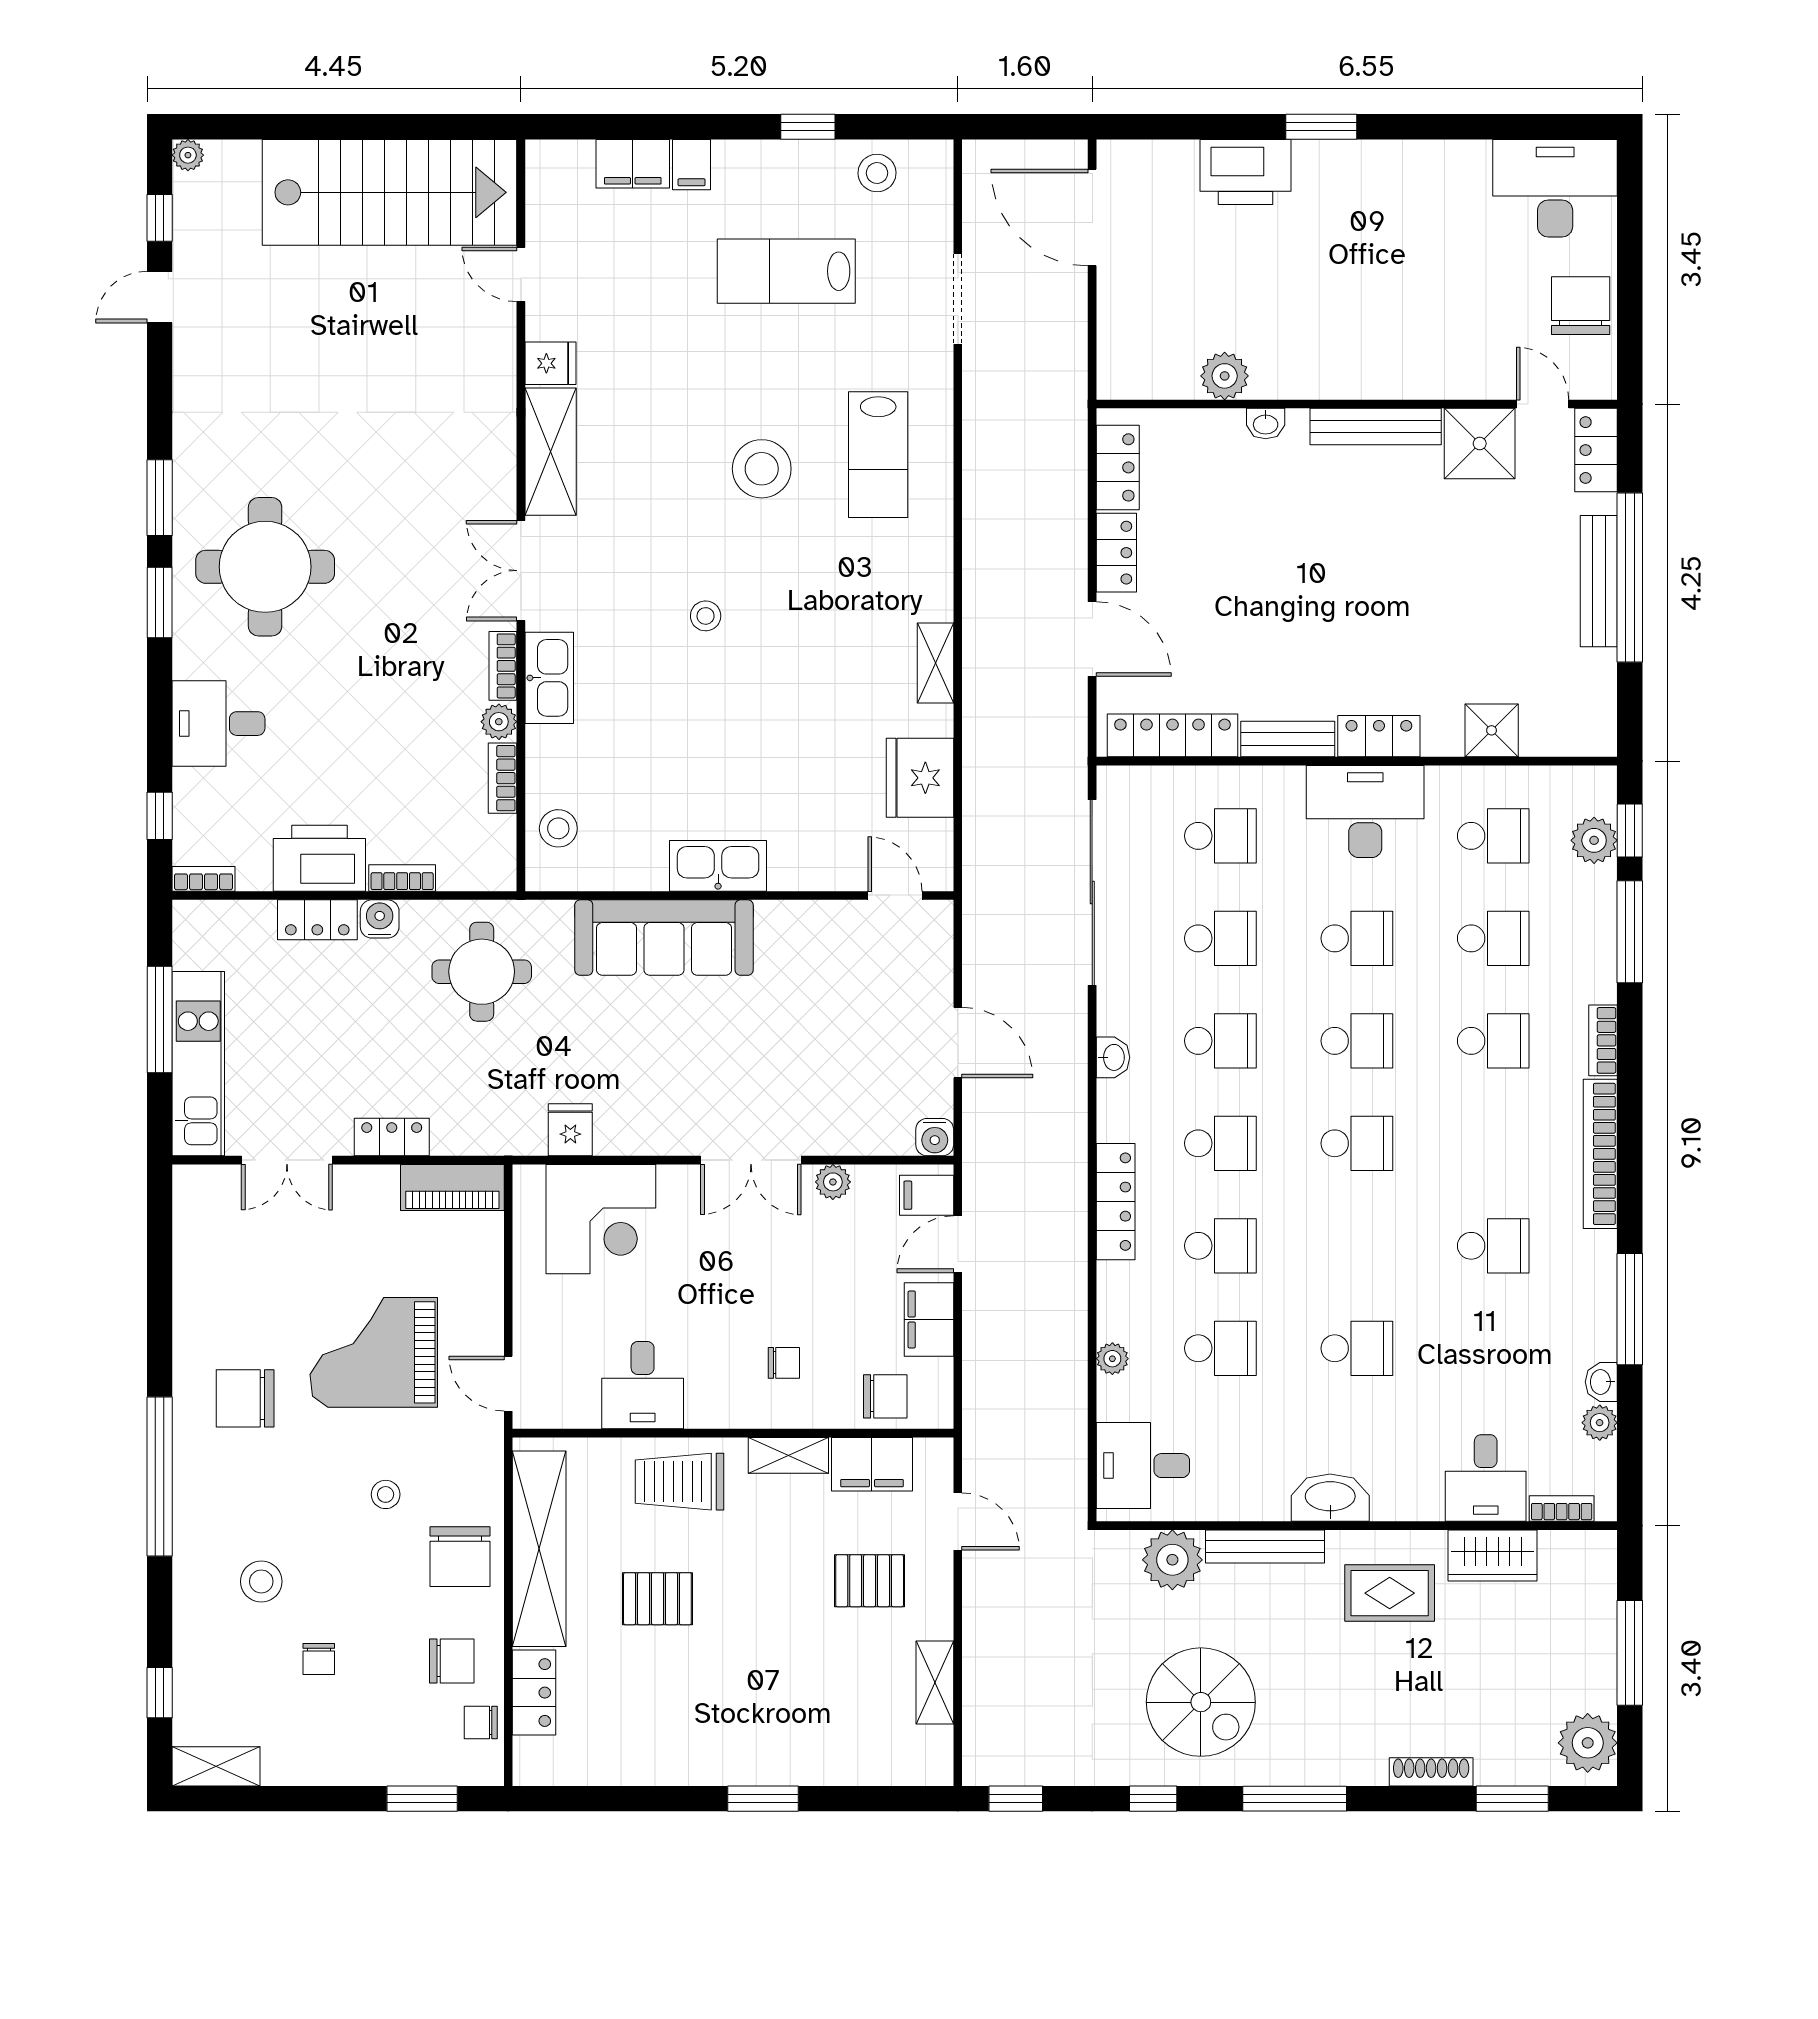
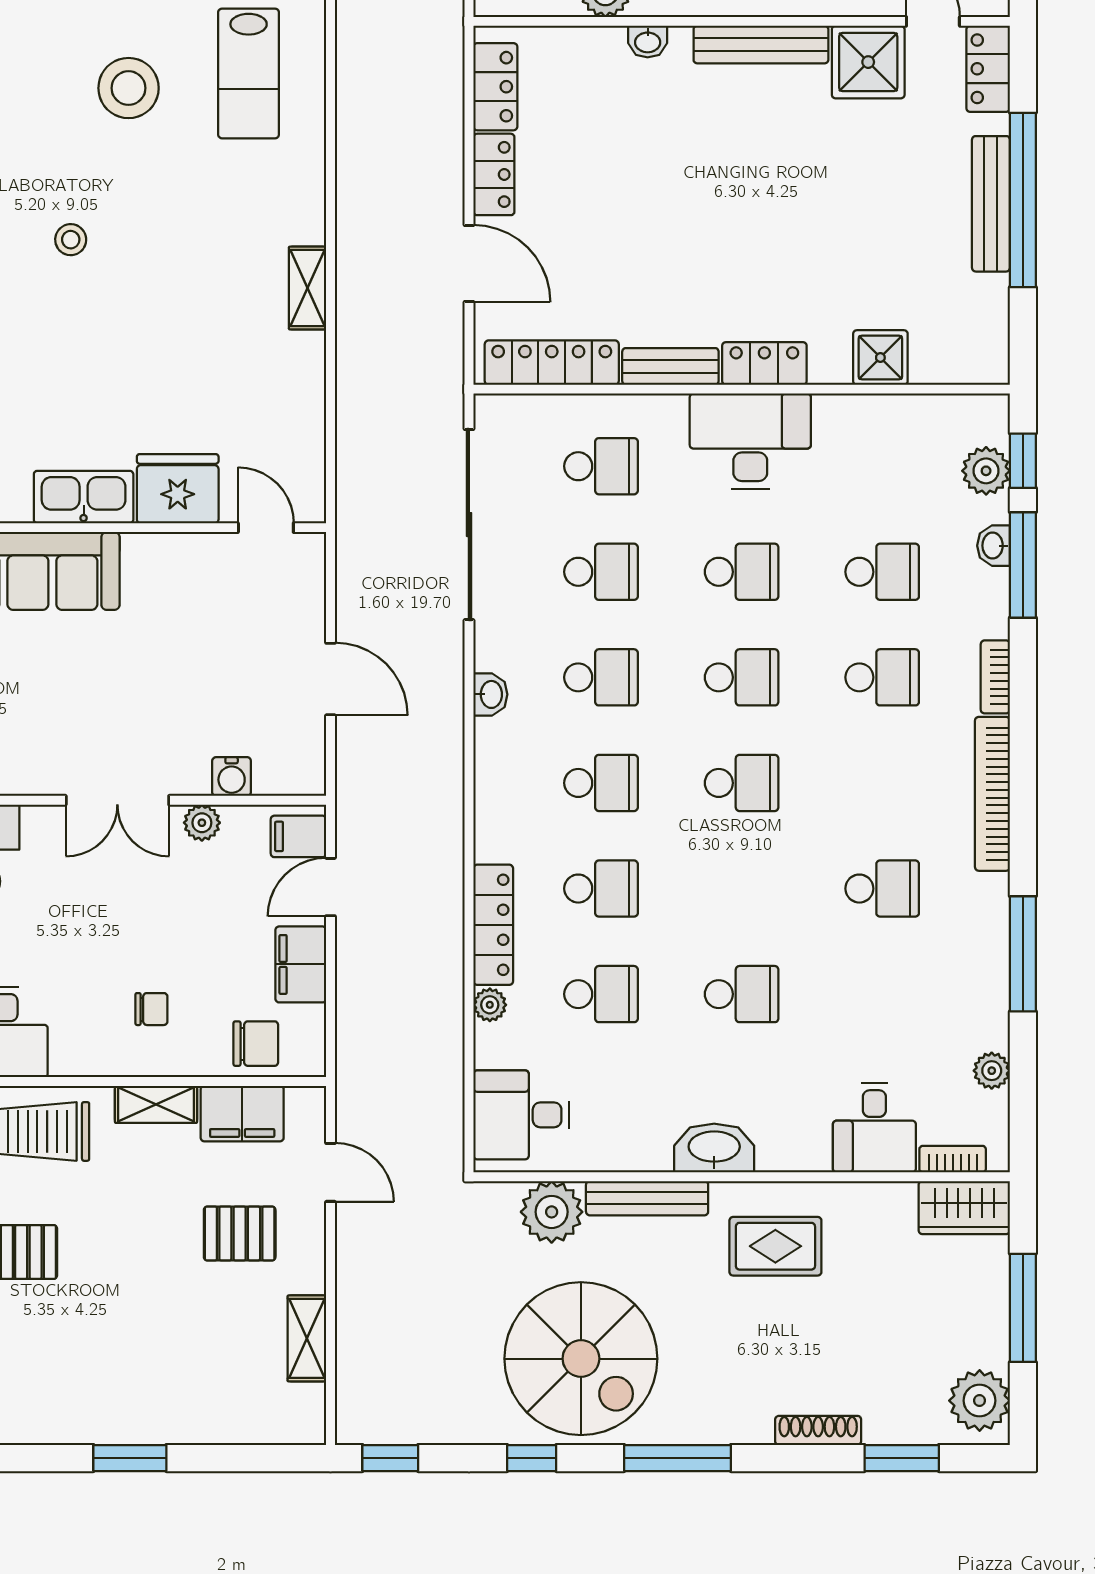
fridge: (920, 778) -> (178, 489), moved, turned 90
school desk: (1493, 836) -> (882, 466), removed
water cooler: (935, 1137) -> (232, 777), moved
locker: (1116, 1202) -> (493, 925), moved
washbasin: (1601, 1382) -> (994, 546), moved
wardrobe: (1493, 1556) -> (964, 1208), moved
spiral stairs: (1201, 1702) -> (581, 1359), width x1.37, depth x1.37

